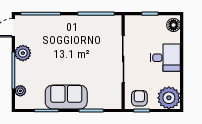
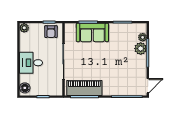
piano: (96, 25) -> (84, 88), added
plant: (23, 53) -> (141, 49), moved
sofa: (66, 97) -> (92, 32), moved
plant: (169, 98) -> (24, 28), width x0.53, depth x0.53

